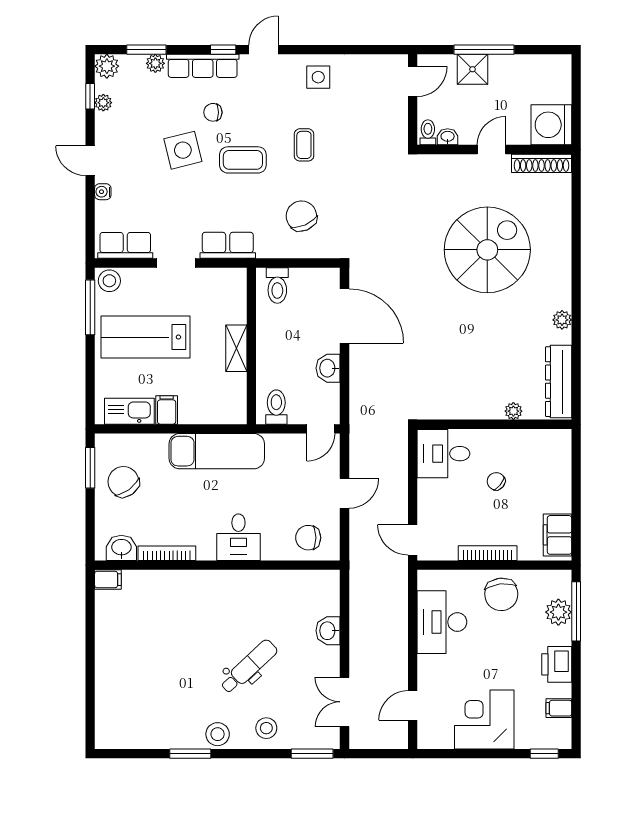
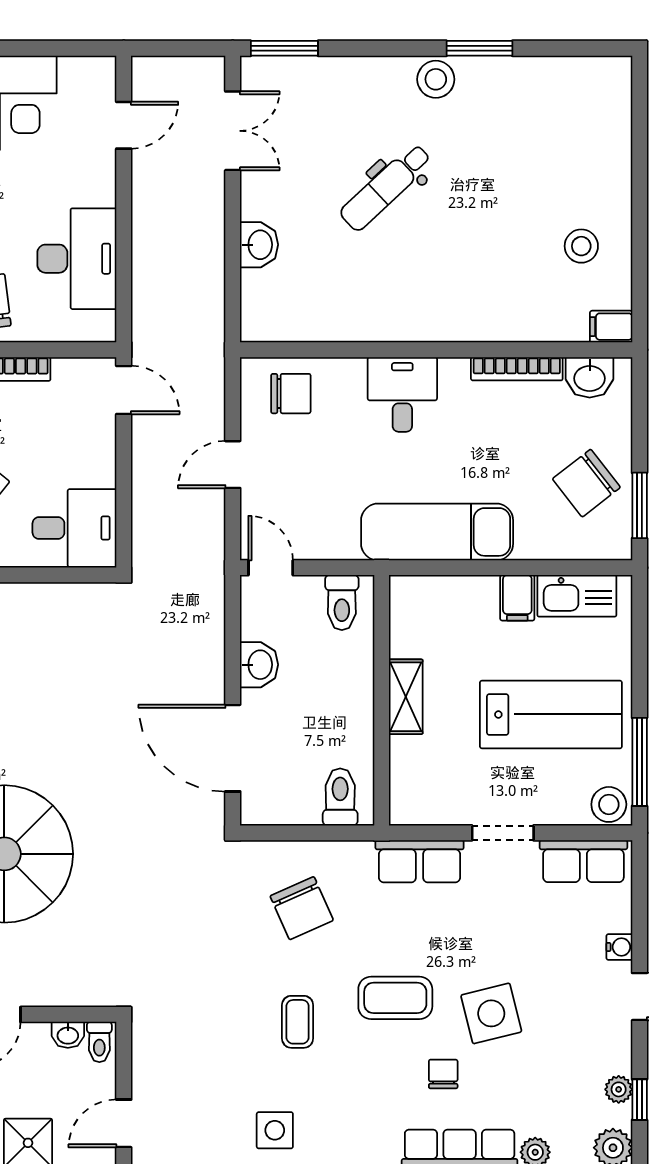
chair: (213, 112) -> (443, 1074), turned -90
door: (321, 429) -> (271, 568), hinge flipped
chair: (123, 482) -> (586, 483), turned 88
stool: (266, 728) -> (581, 246), moved

